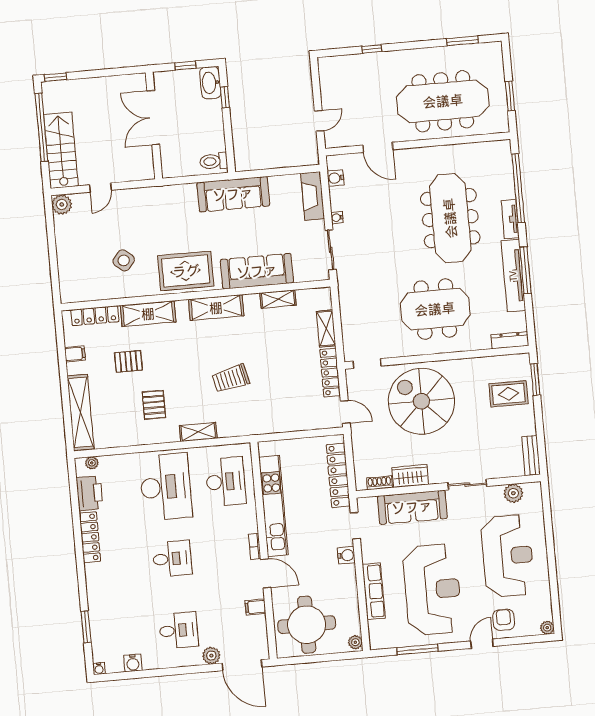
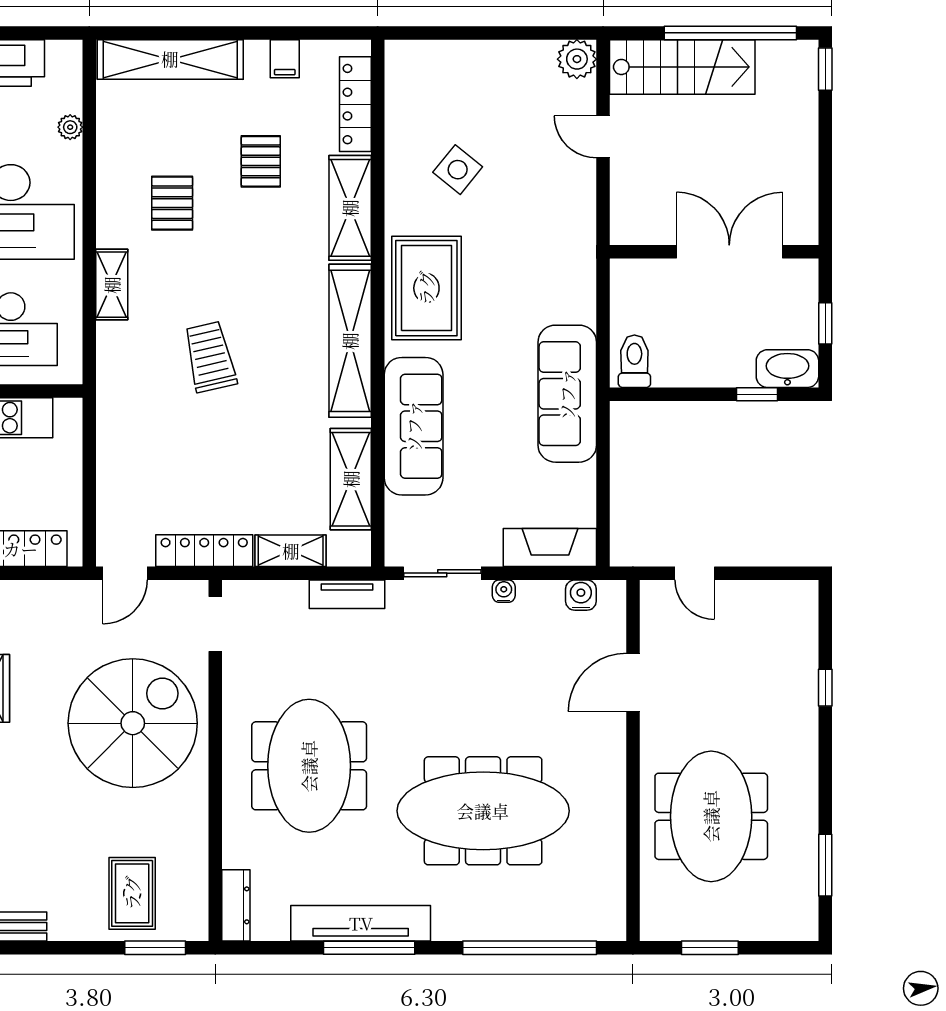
meeting table: (443, 101) -> (711, 816), width x0.73
tv unit: (510, 219) -> (347, 594), moved, turned 180
shelving: (278, 299) -> (351, 479), width x1.50, depth x1.33
shelving: (216, 308) -> (350, 341), width x1.47
pallet: (154, 405) -> (172, 203), turned 90
plant: (92, 463) -> (70, 127), moved

